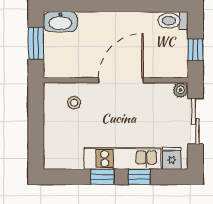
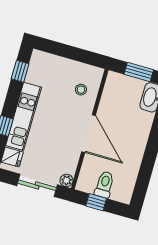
toilet: (173, 21) -> (104, 184), moved
window: (102, 177) -> (20, 71), moved

